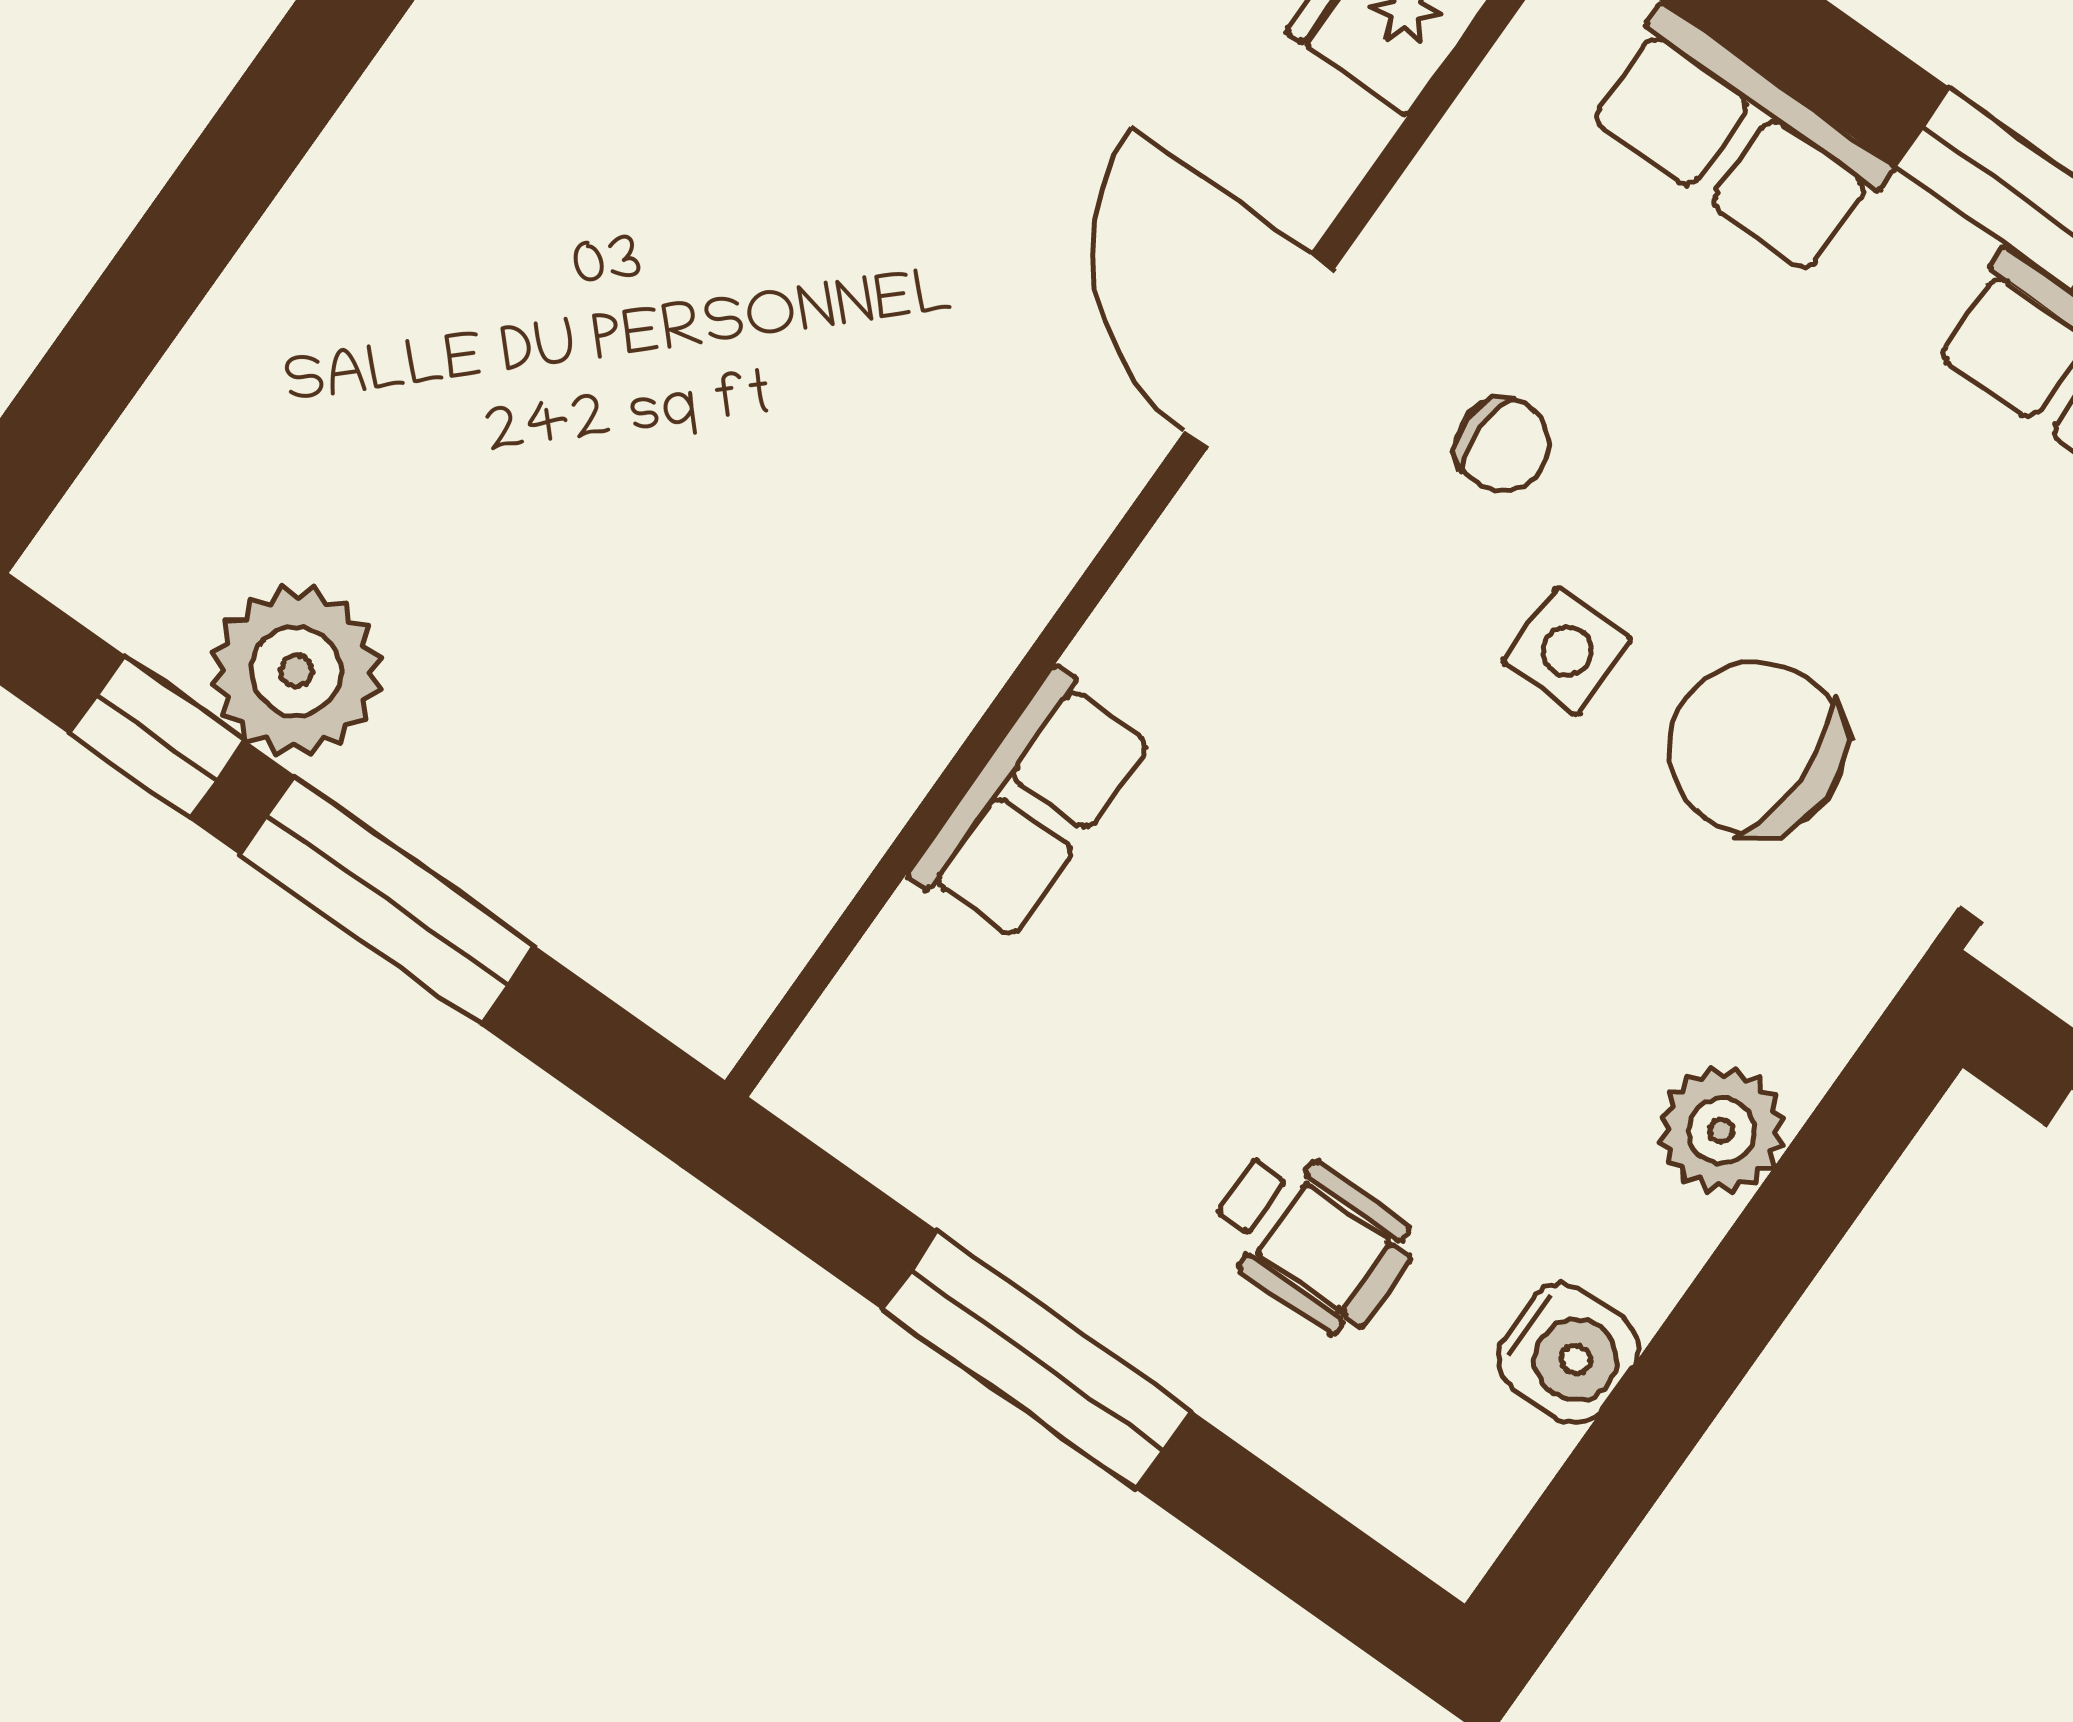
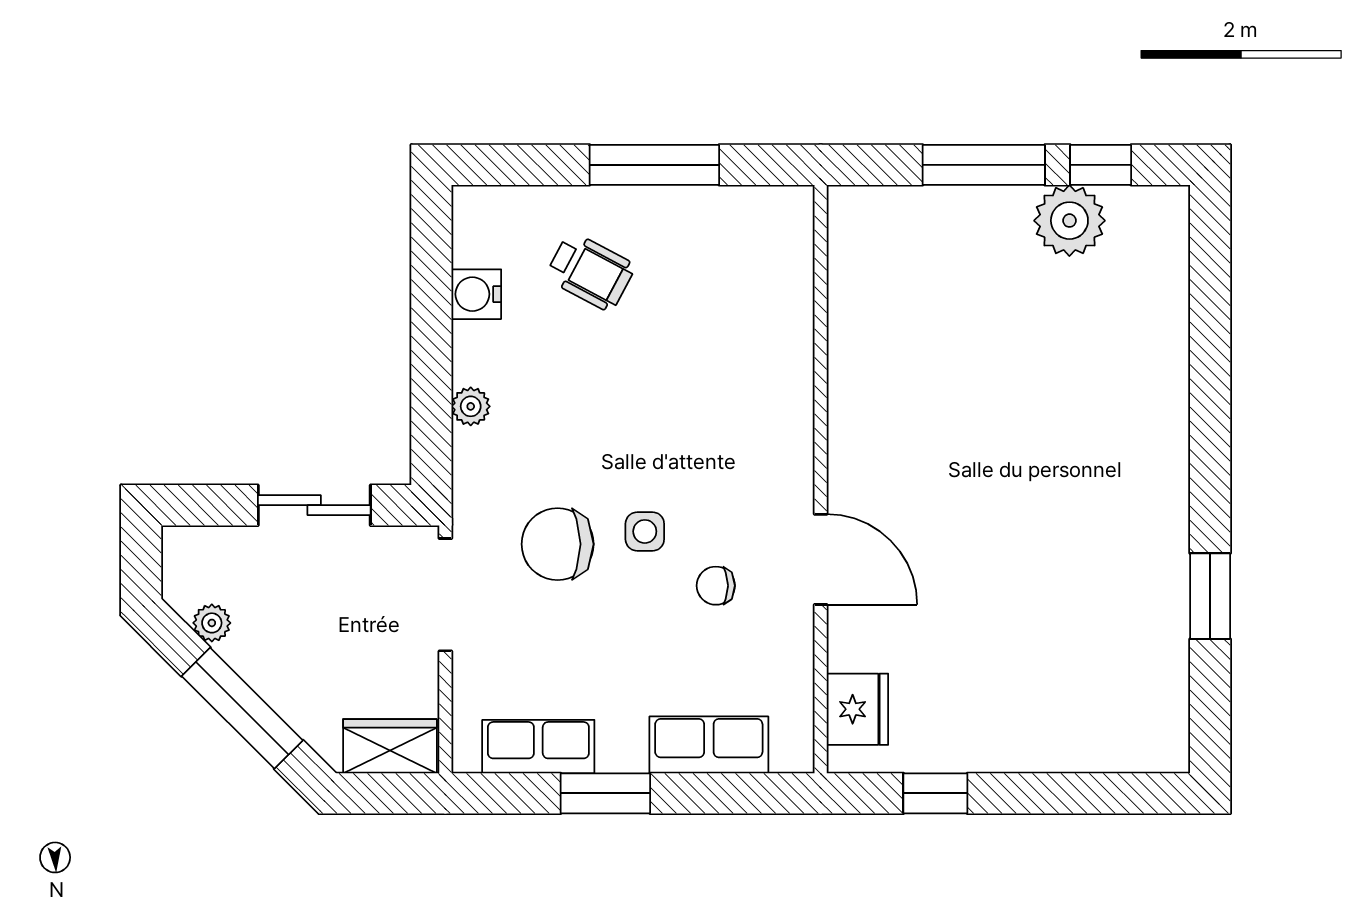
chair: (1757, 748) -> (558, 544), turned 180
row of seats: (1031, 805) -> (789, 351), removed
plant: (1722, 1131) -> (471, 406), width x0.73, depth x0.73
wheelchair: (1312, 1239) -> (590, 272), turned -152

